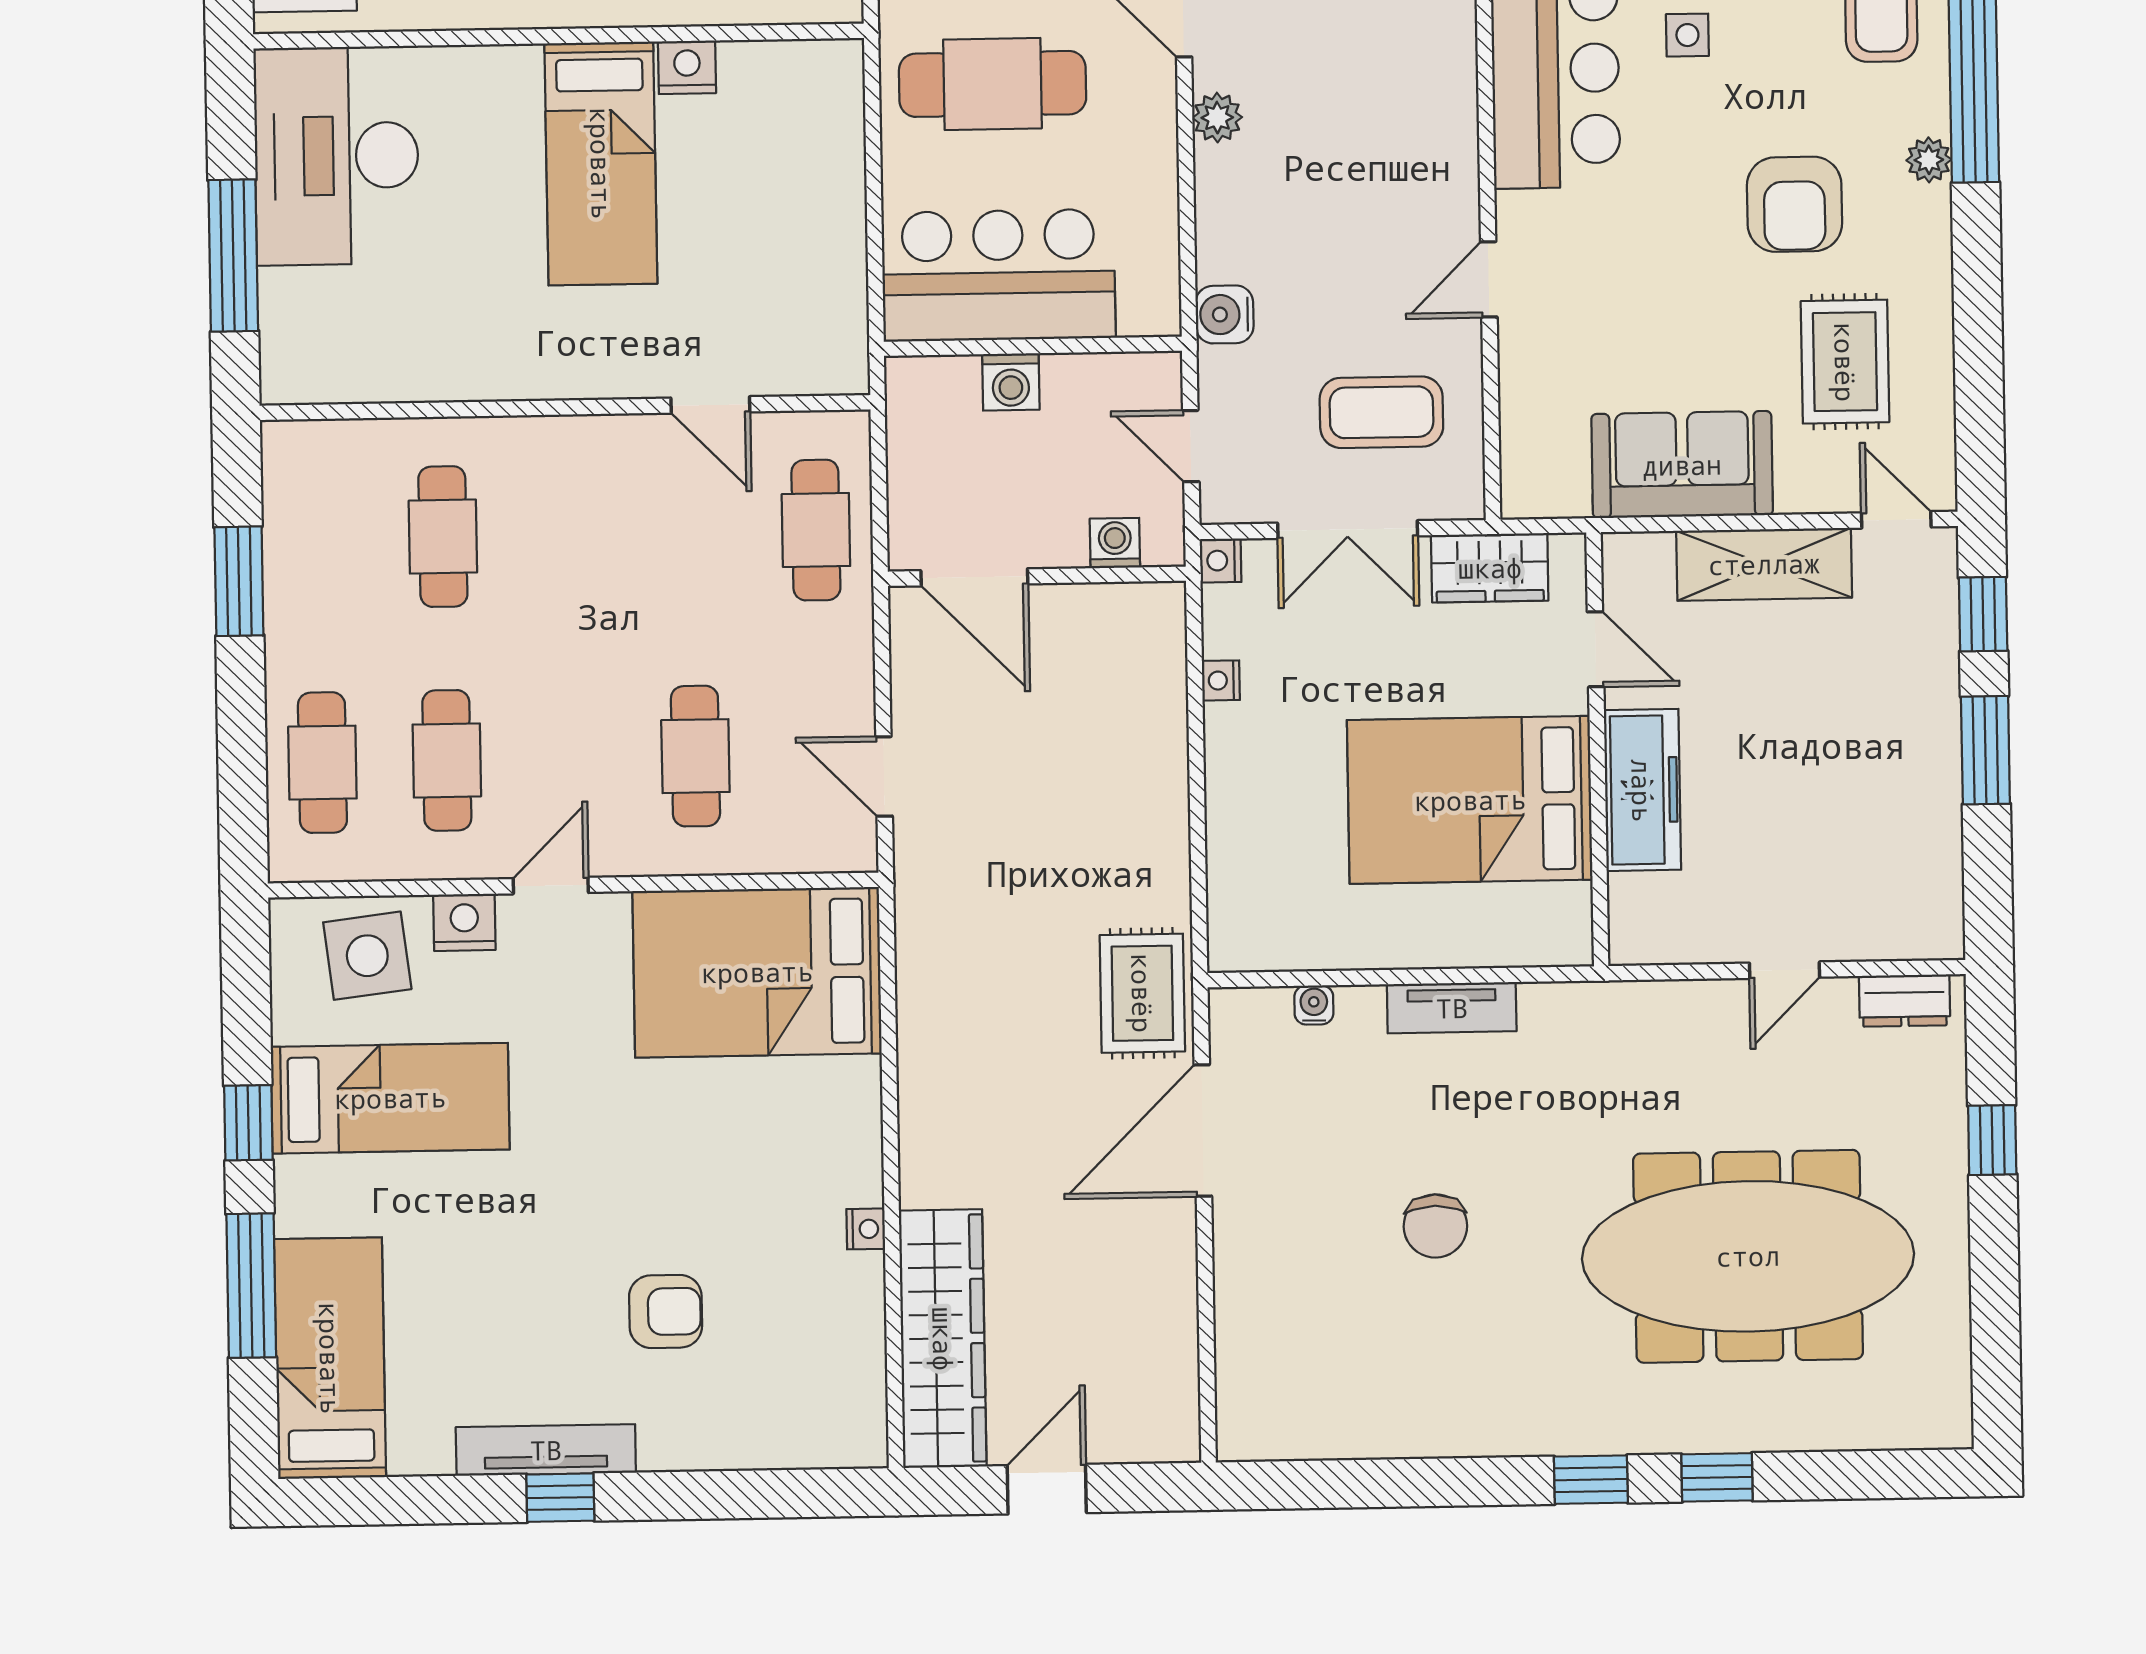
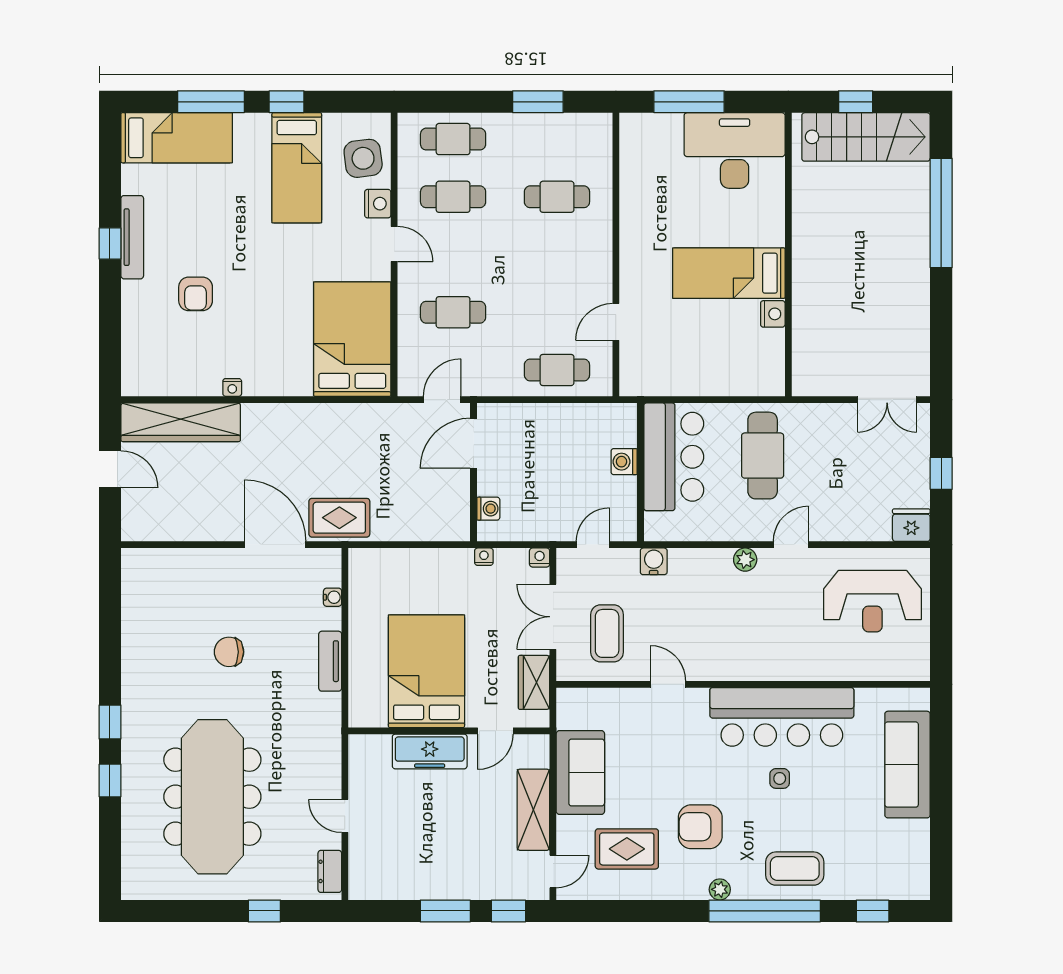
washing machine: (1115, 543) -> (488, 509), moved
wall: (1037, 576) -> (474, 472), moved
door: (974, 577) -> (474, 443), moved

